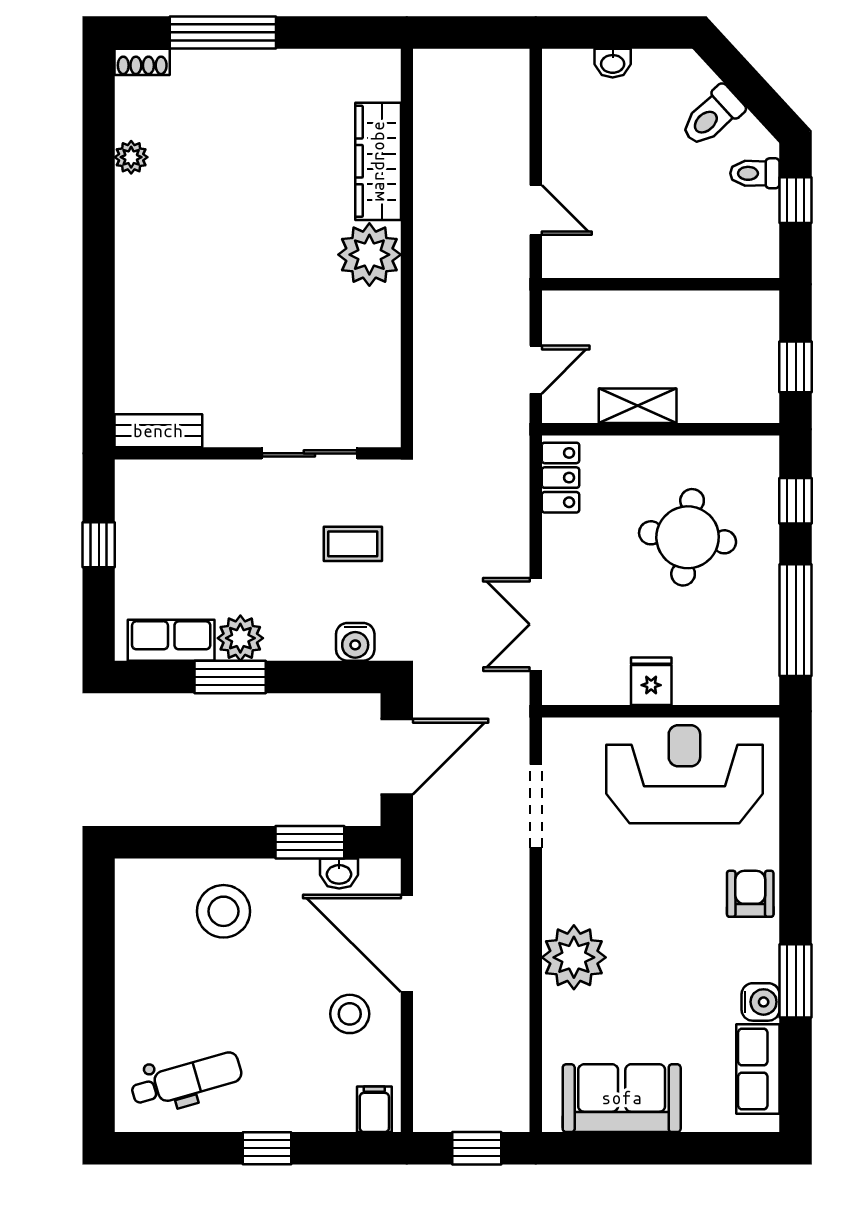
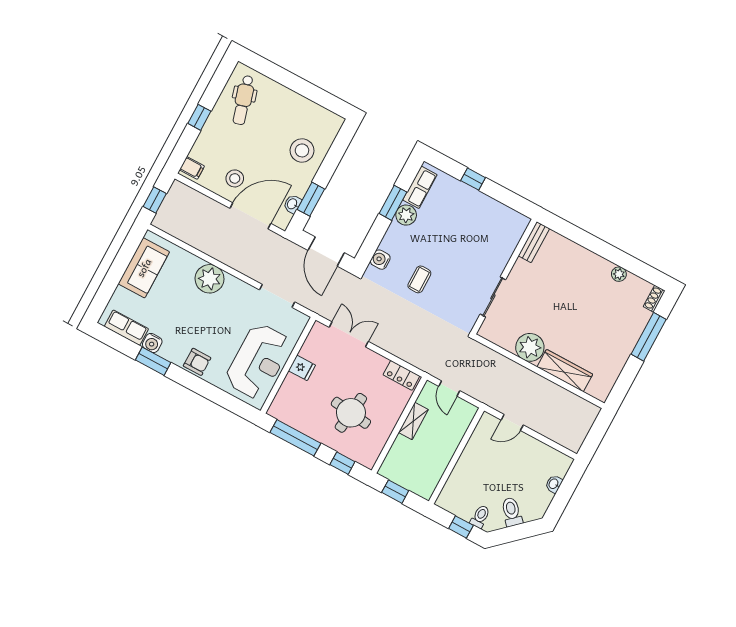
bench: (158, 431) -> (534, 242), moved
wall: (258, 453) -> (504, 277), moved
sliding door: (309, 453) -> (493, 297), moved

